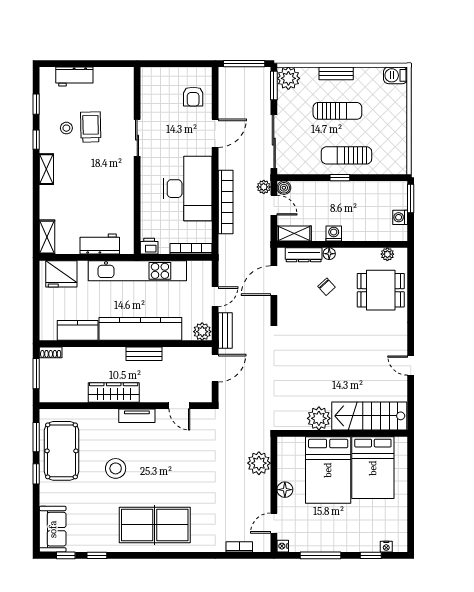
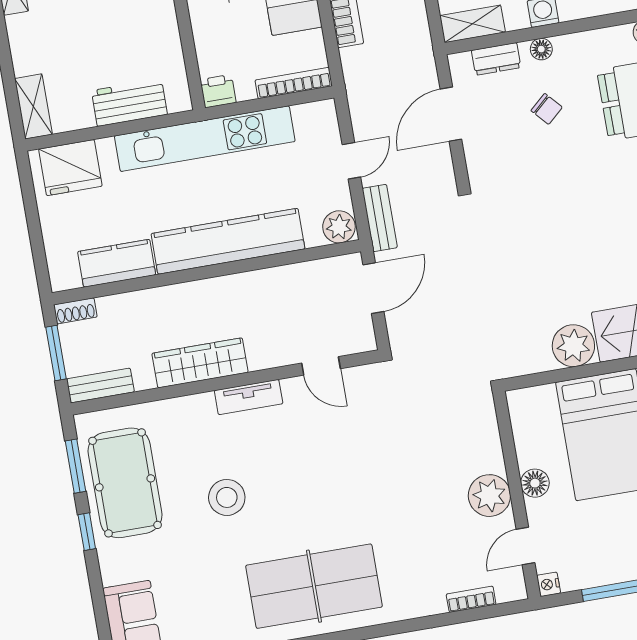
dresser: (304, 255) -> (496, 59), width x0.70
bench: (144, 354) -> (100, 385), moved
plant: (259, 463) -> (489, 496), moved

